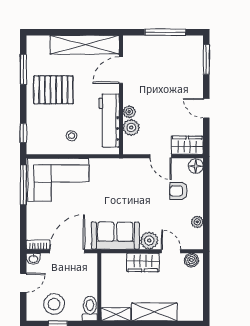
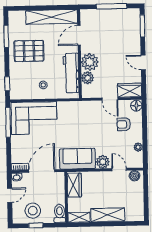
plant: (129, 112) -> (90, 62), width x1.88, depth x1.88
wardrobe: (143, 262) -> (74, 185), moved, turned -90

